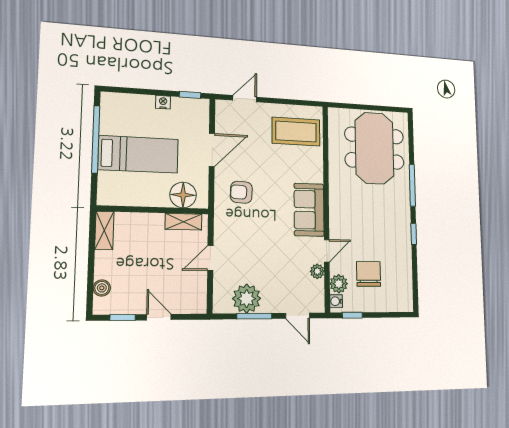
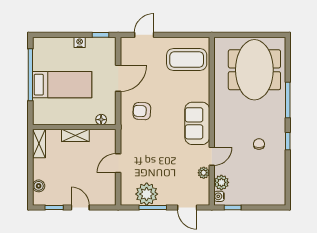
floor lamp: (183, 195) -> (101, 120), width x0.53, depth x0.53
shelving: (184, 222) -> (75, 135), moved
chair: (369, 274) -> (259, 144), moved, width x0.54, depth x0.54

